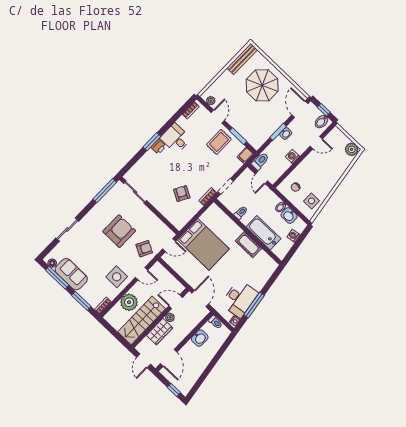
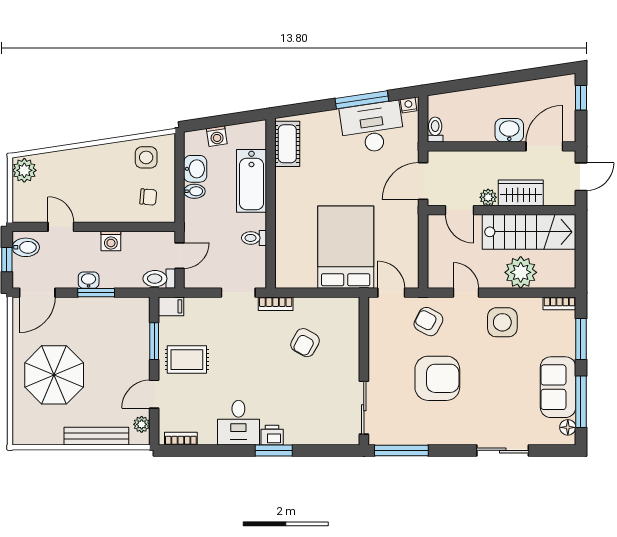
bench: (242, 59) -> (96, 436), moved
armchair: (119, 231) -> (437, 378), turned 180
cot: (249, 245) -> (287, 144), moved
washbasin: (200, 338) -> (509, 130), moved

